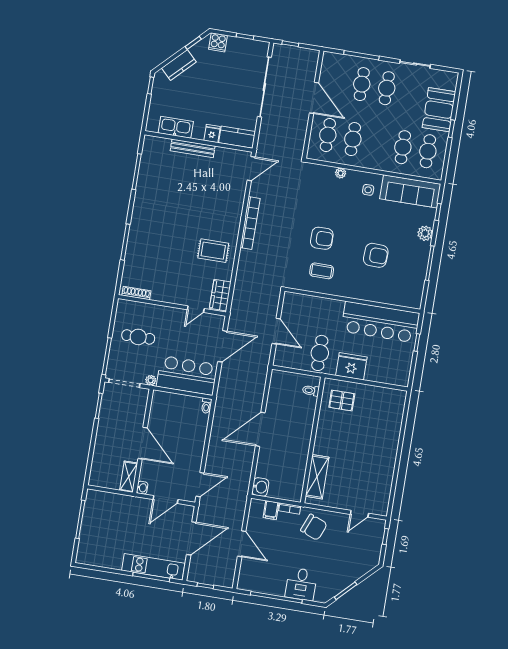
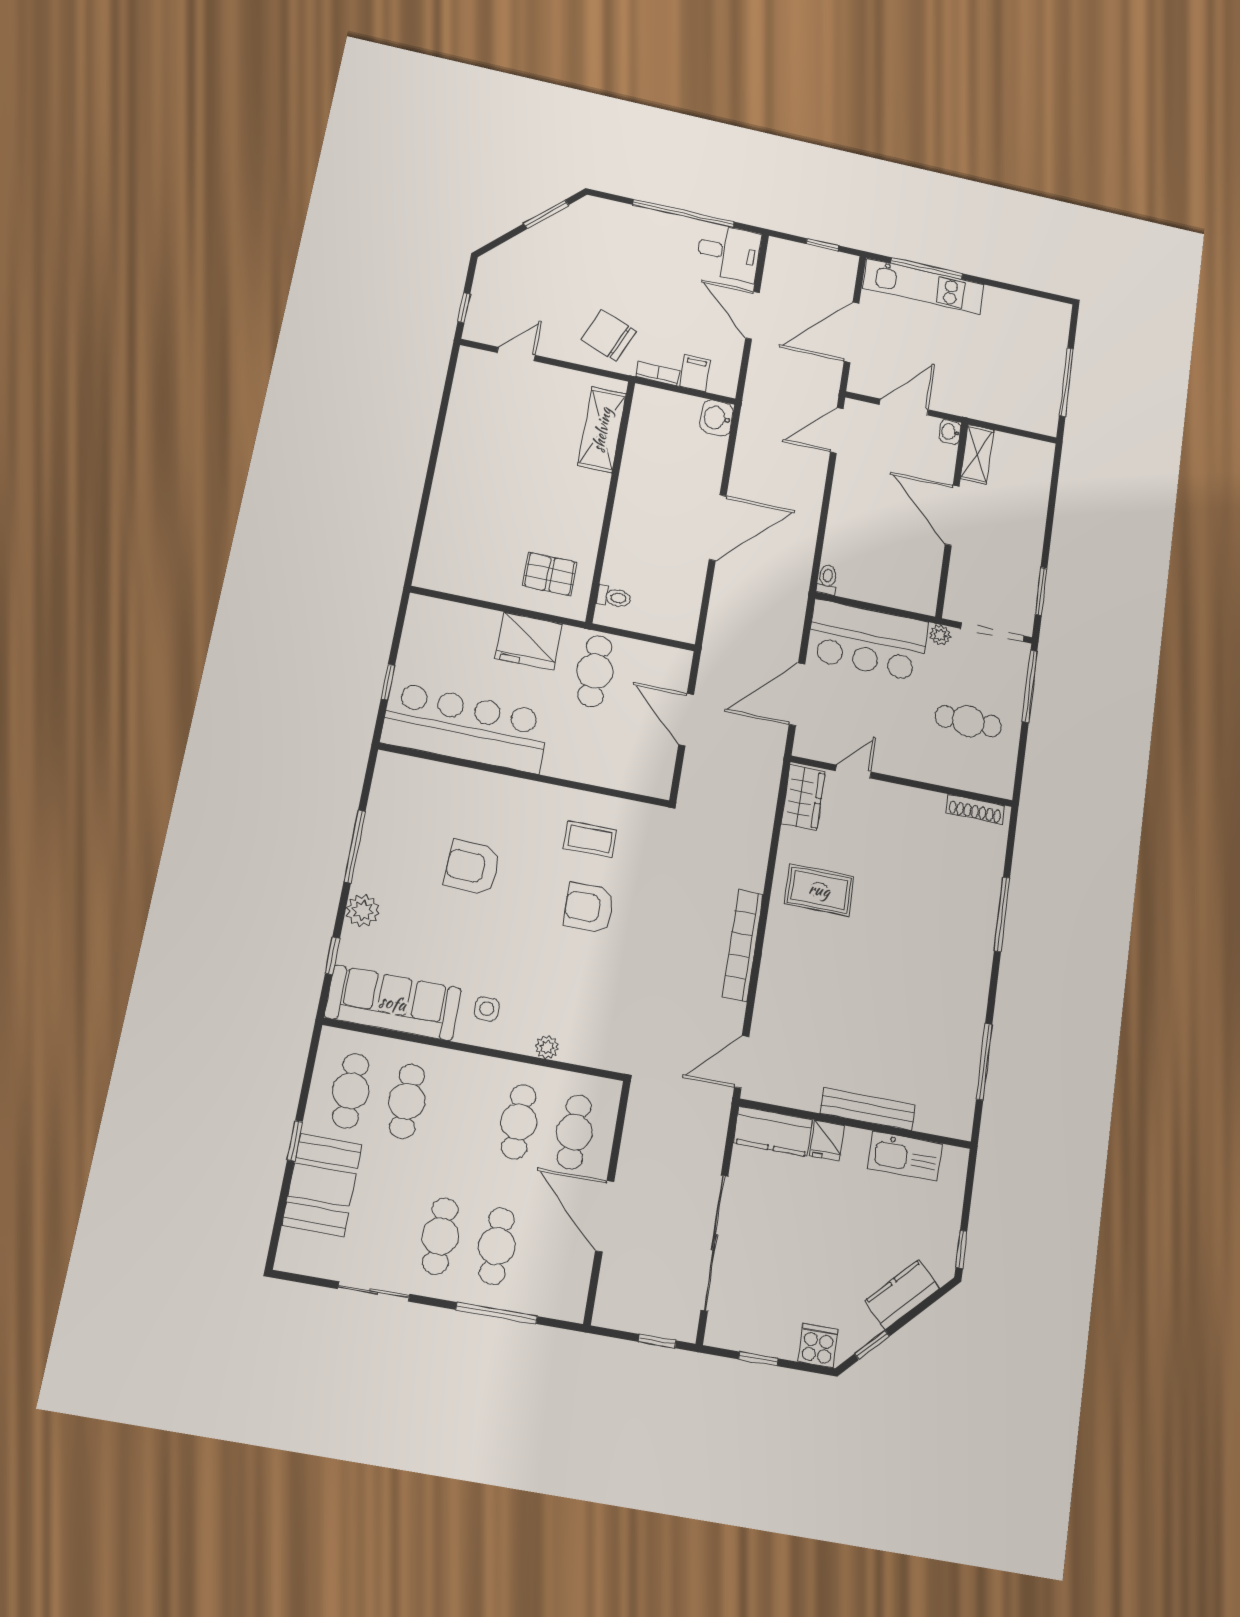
desk: (301, 584) -> (729, 252), moved, turned 90

